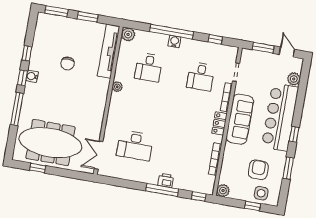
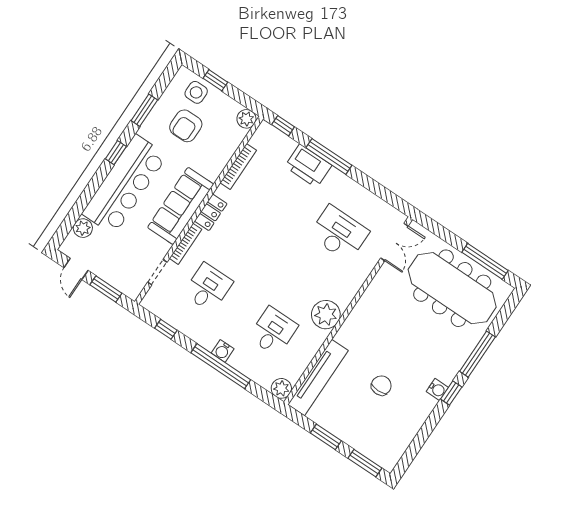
window: (27, 53) -> (431, 424), removed
plant: (117, 87) -> (326, 315), width x1.88, depth x1.88
window: (38, 168) -> (485, 261), width x2.17
printer: (166, 180) -> (308, 166), width x1.87, depth x1.48

